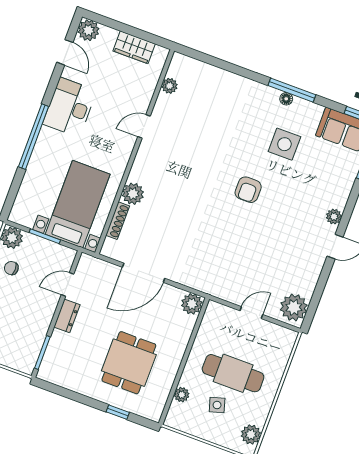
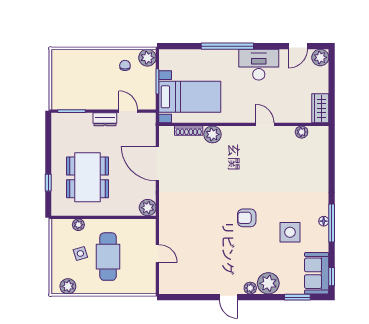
wardrobe: (134, 47) -> (320, 108), moved
plant: (294, 307) -> (268, 283), moved
dining table: (129, 363) -> (87, 177), width x1.38

